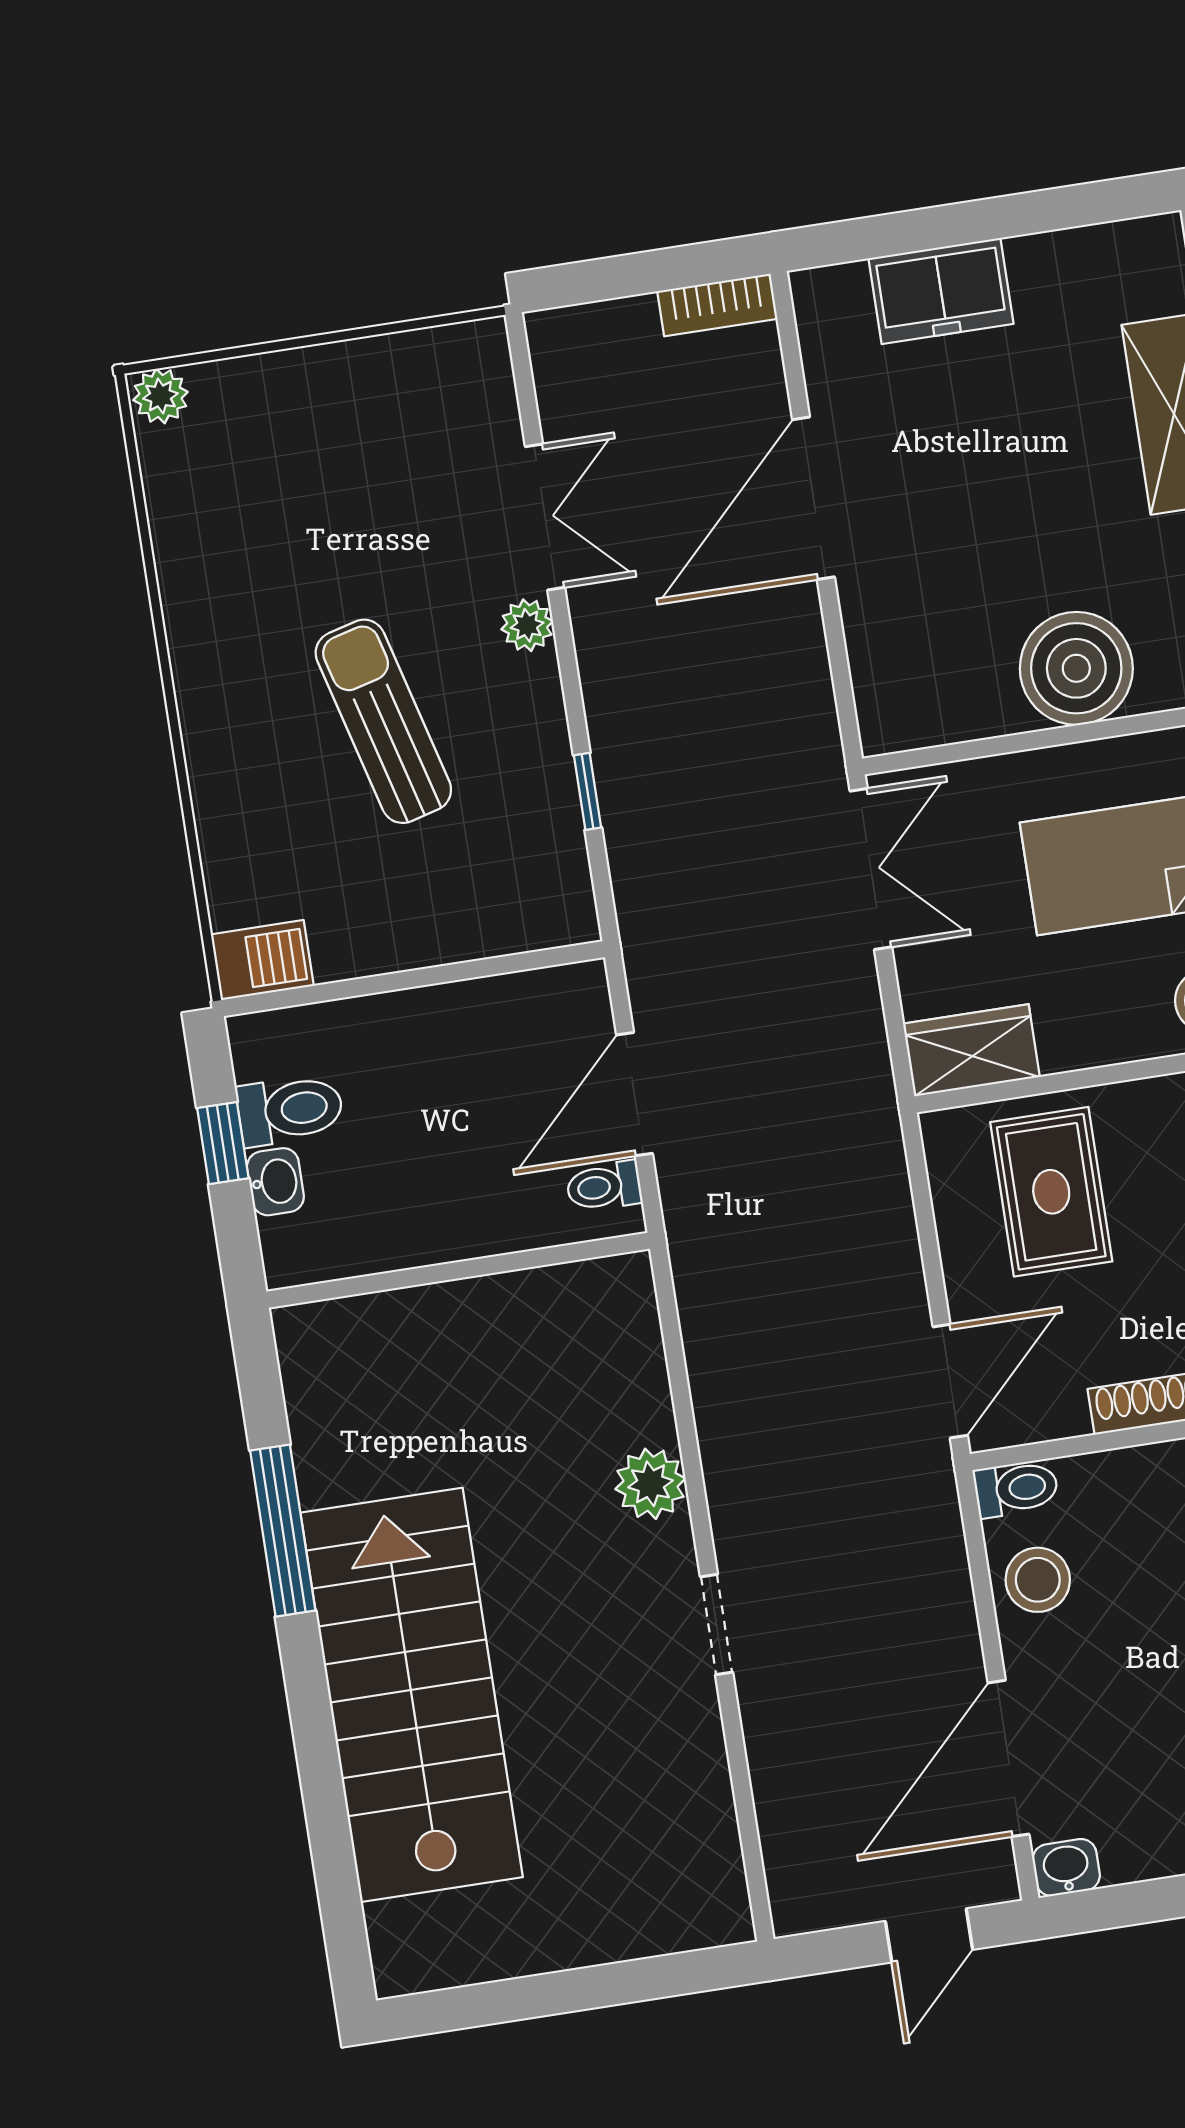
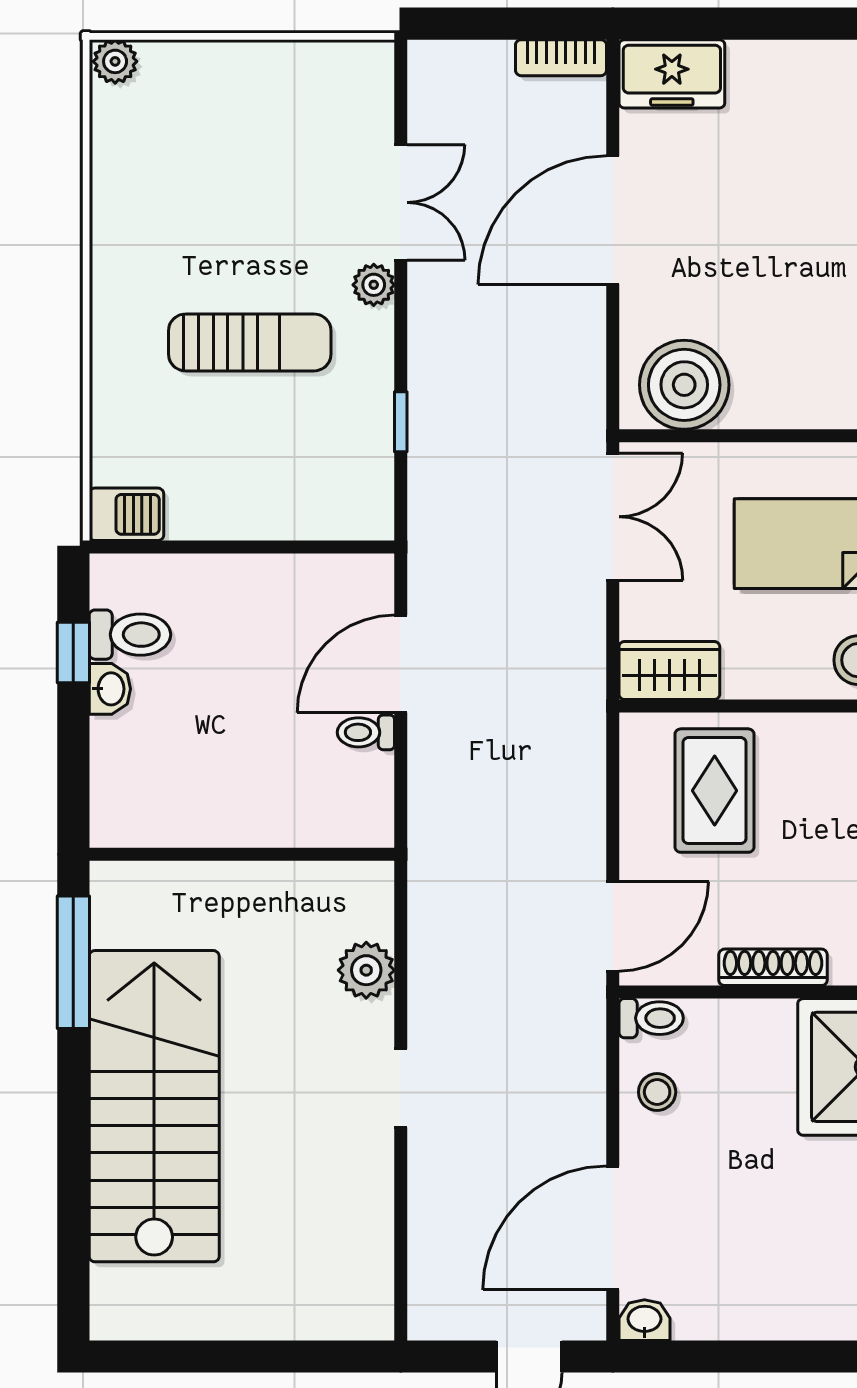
freezer: (941, 291) -> (672, 74), moved
boiler: (1076, 668) -> (684, 385), moved
sun lounger: (383, 721) -> (250, 342), turned 105
wall: (458, 1270) -> (242, 854), moved
stool: (1038, 1580) -> (657, 1092), width x0.73, depth x0.73

